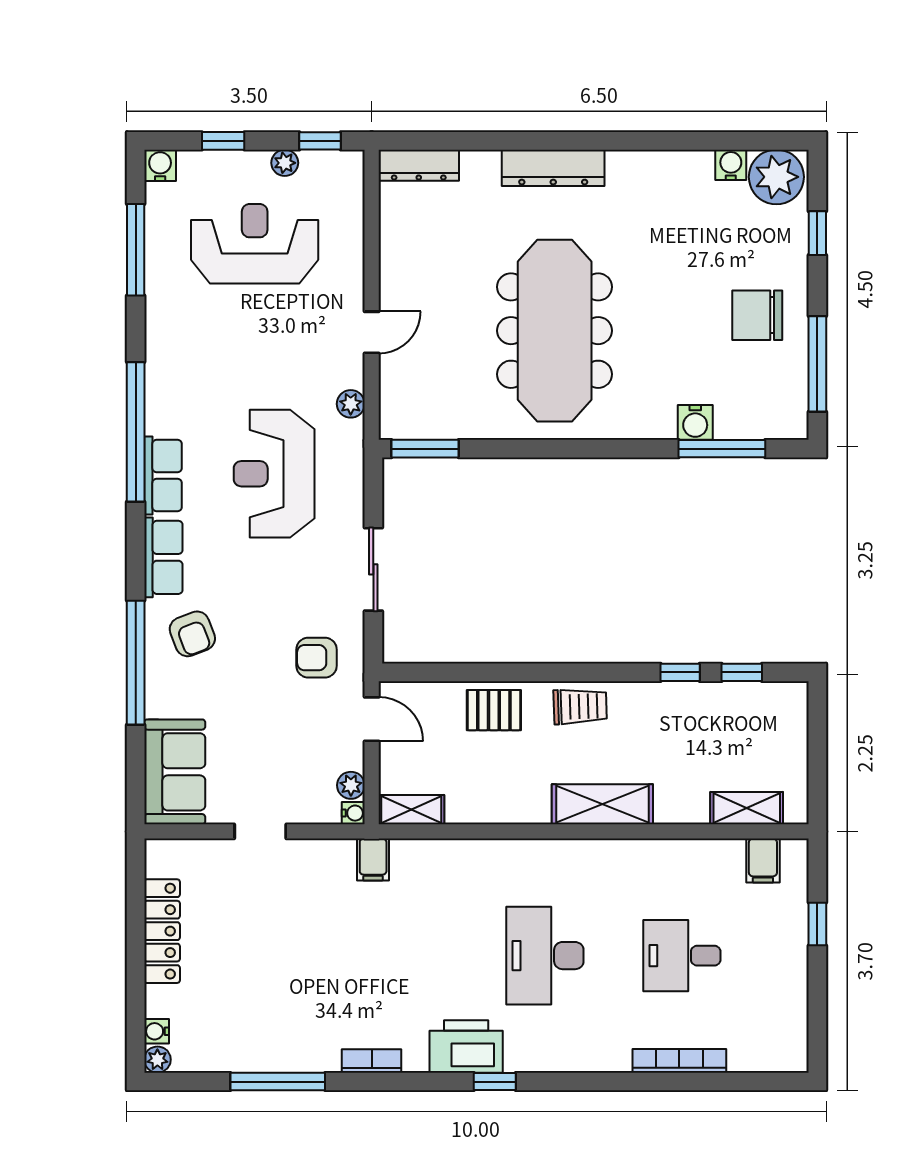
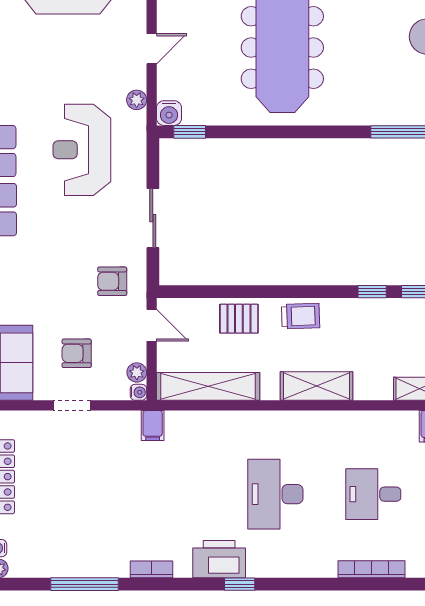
water cooler: (695, 422) -> (169, 113), moved
window: (425, 449) -> (190, 132), width x0.67
armchair: (192, 634) -> (77, 353), moved, turned 111
shelving: (411, 810) -> (208, 386), width x2.20, depth x1.33

